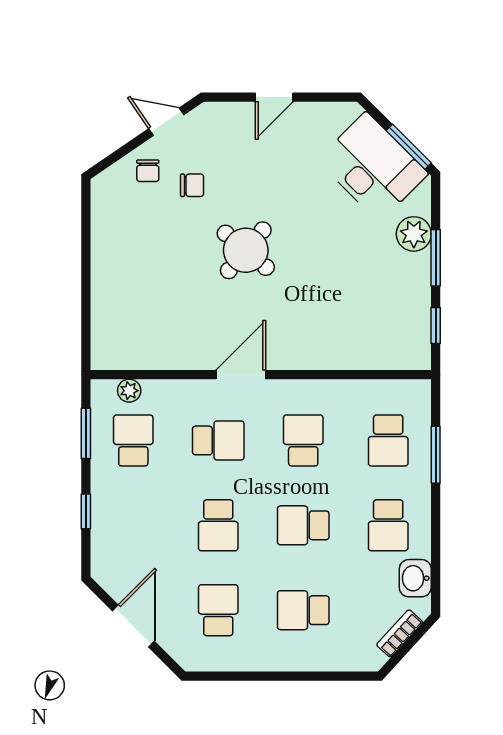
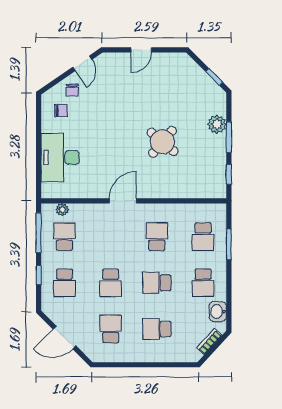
door: (166, 122) -> (82, 63), swing flipped
window: (409, 147) -> (214, 77), width x0.67
desk: (373, 167) -> (60, 158), moved, turned -135
chair: (192, 185) -> (61, 111), moved
round table: (246, 250) -> (162, 142), moved
window: (86, 433) -> (39, 233), width x1.44
school desk: (218, 440) -> (64, 283), moved, turned 90
door: (133, 626) -> (64, 338), swing flipped

